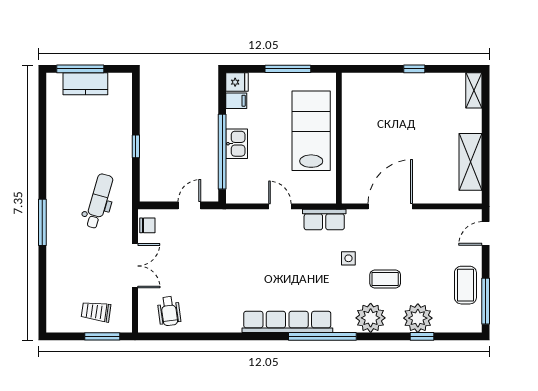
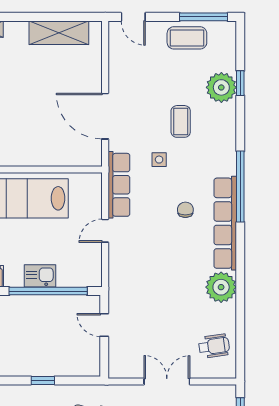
row of seats: (324, 220) -> (119, 185), width x1.48
chair: (147, 225) -> (185, 210), moved
plant: (371, 318) -> (221, 287), moved

